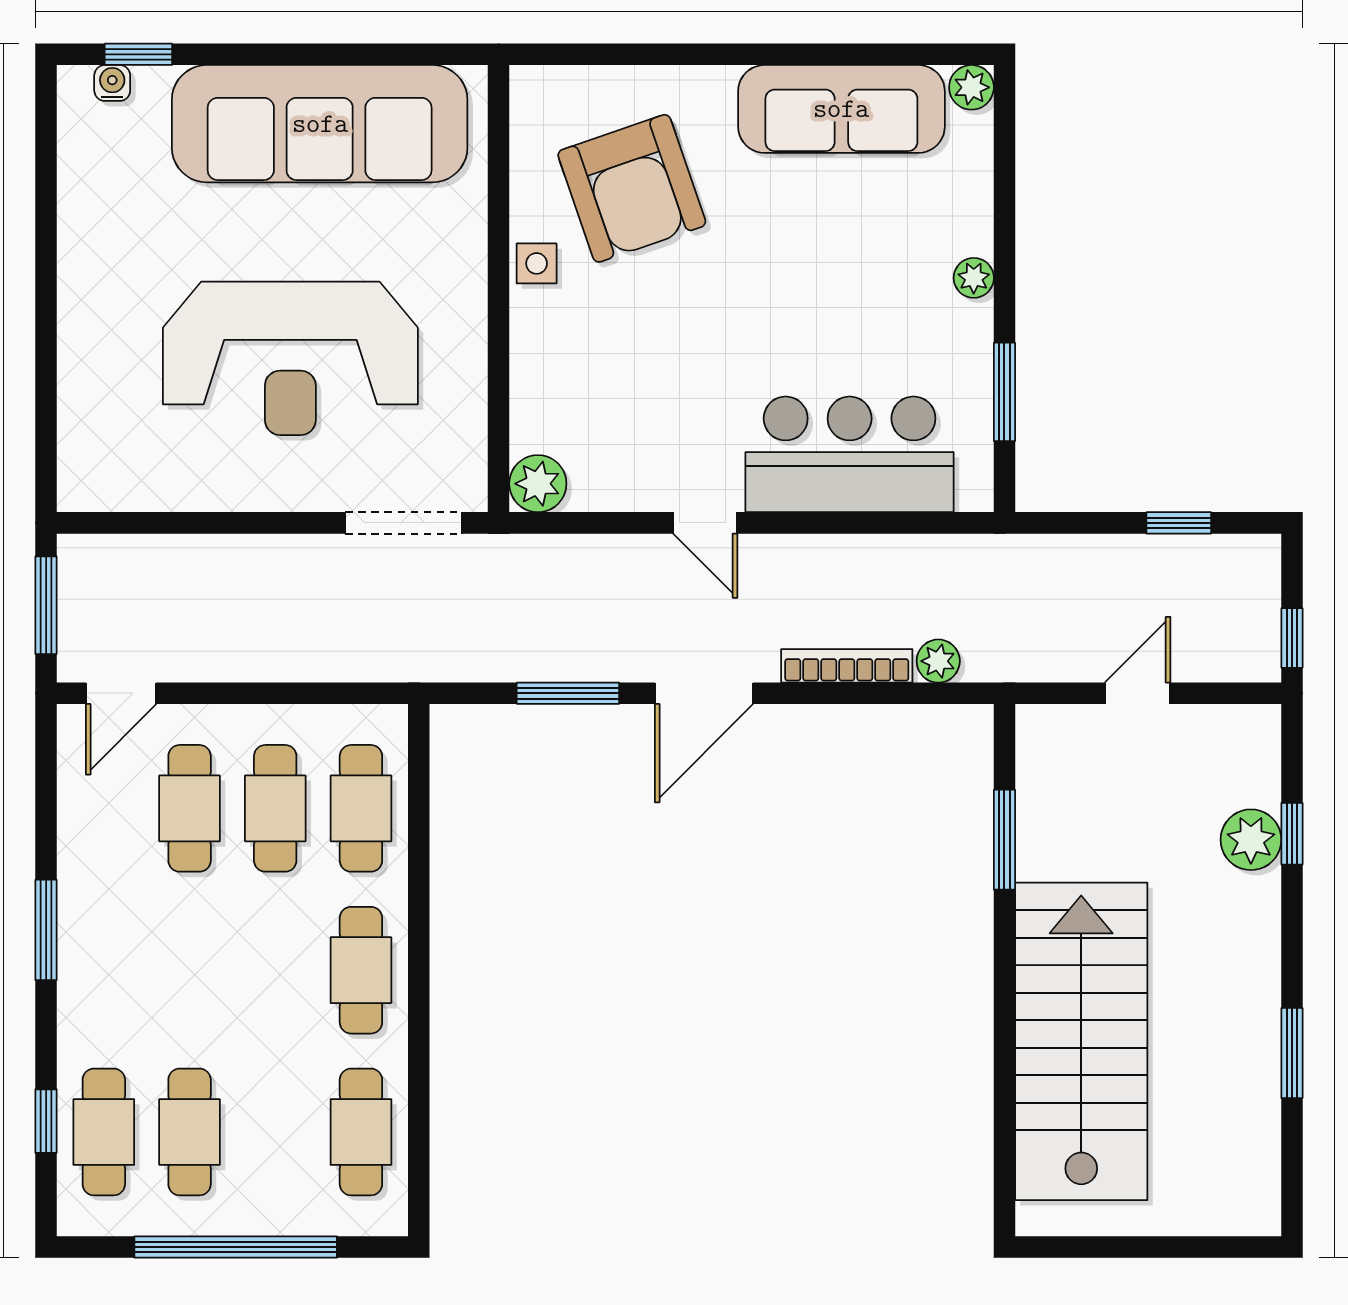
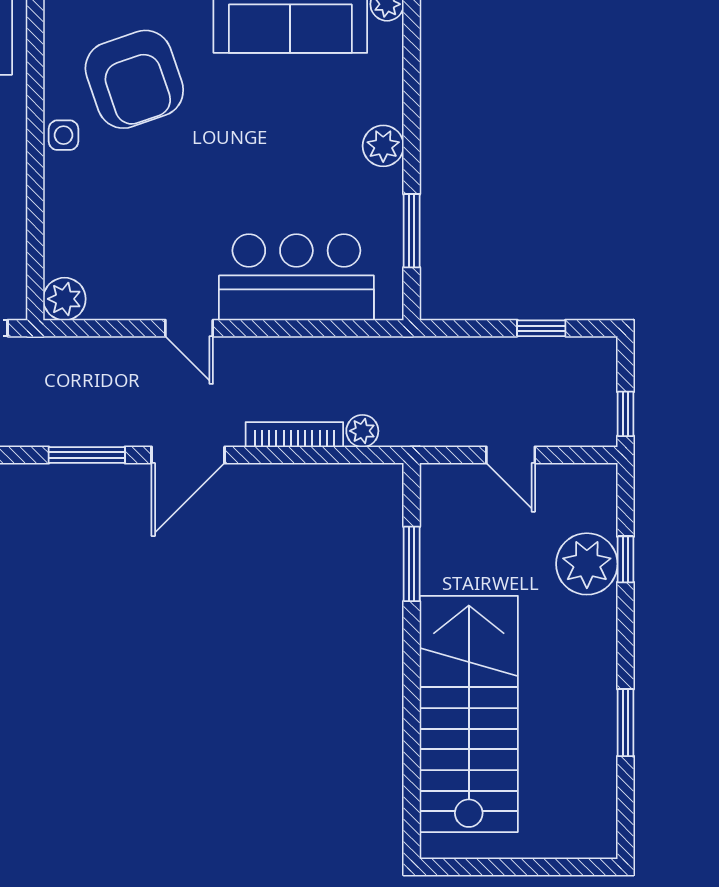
plant: (974, 278) -> (383, 146), width x1.38, depth x1.38
door: (1138, 693) -> (511, 455), swing flipped
plant: (1251, 840) -> (587, 564), width x1.36, depth x1.36

